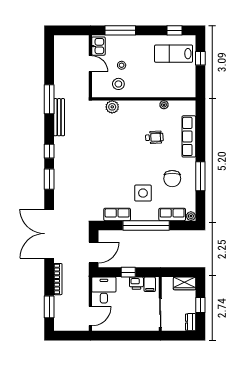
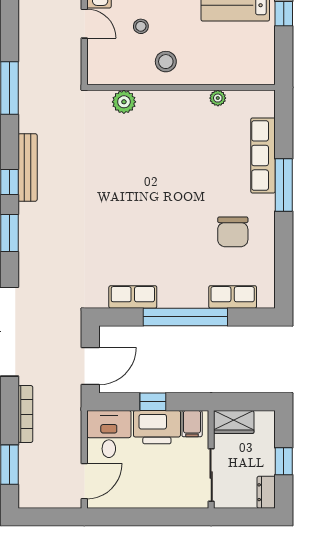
stool: (118, 84) -> (166, 62), moved
bench: (59, 117) -> (28, 167), moved
wheelchair: (154, 137) -> (200, 157), removed
window: (200, 176) -> (284, 185), moved
side table: (143, 193) -> (180, 258), removed
plant: (191, 216) -> (267, 300), removed
printer: (136, 283) -> (157, 427), width x1.87, depth x1.48
wardrobe: (185, 283) -> (234, 422), moved

